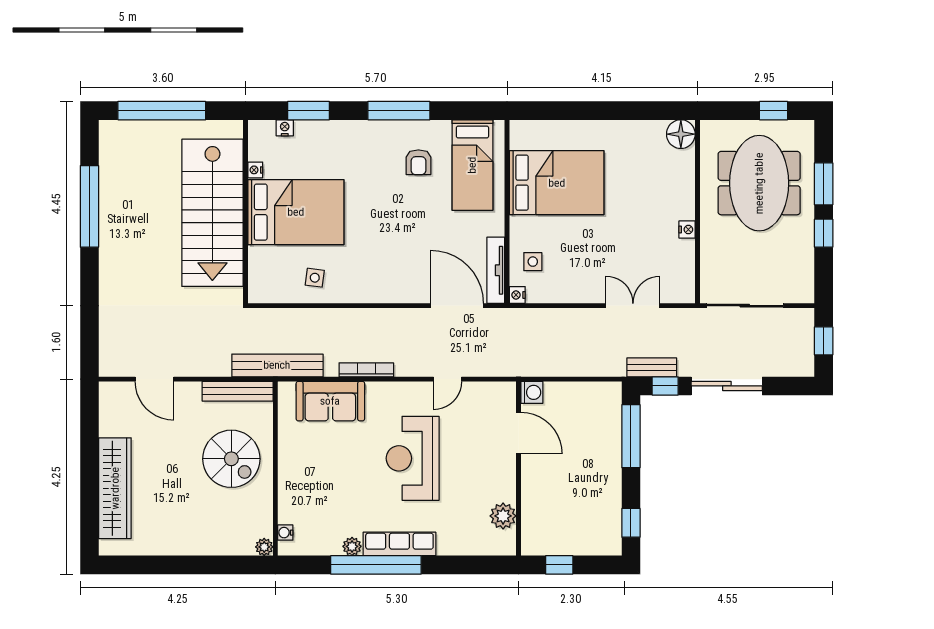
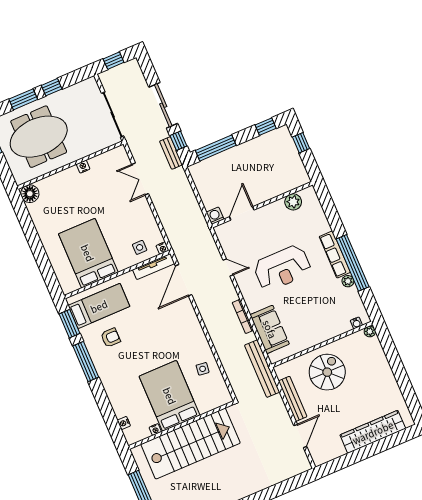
window: (308, 111) -> (69, 324), moved
bench: (238, 391) -> (293, 399), moved
window: (559, 565) -> (301, 143), moved

